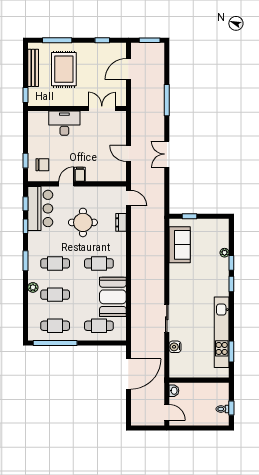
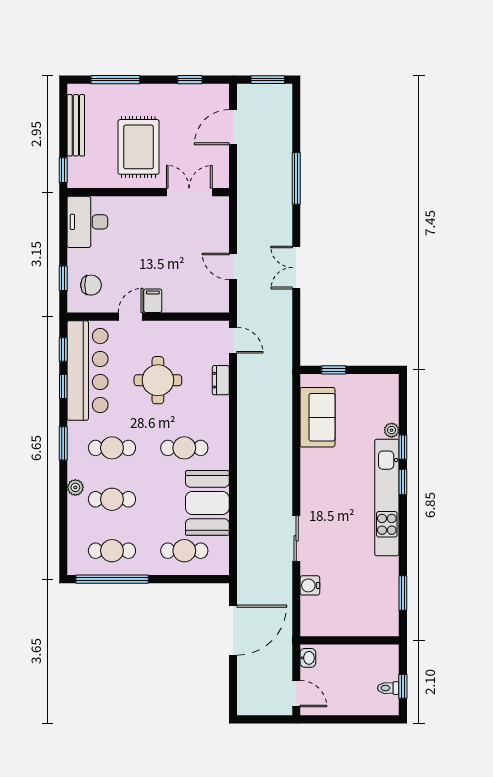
rug: (64, 69) -> (139, 147), moved
desk: (64, 123) -> (87, 222), moved, turned -90
bar counter: (40, 208) -> (88, 371), width x1.36
kitchen unit: (222, 332) -> (387, 497), moved

